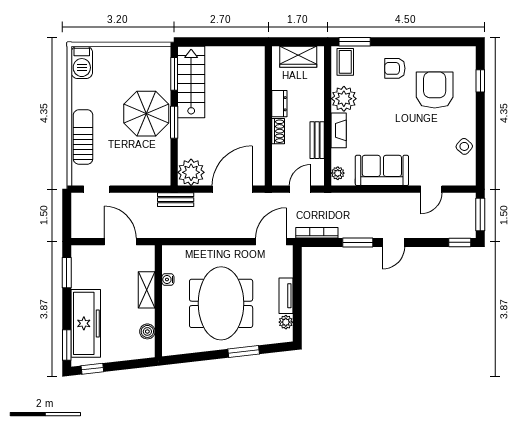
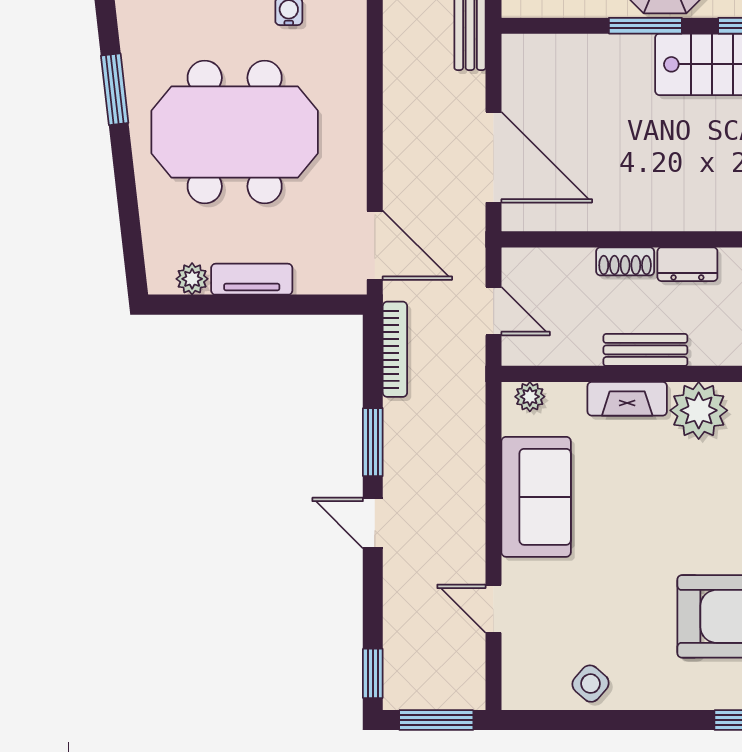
bench: (317, 140) -> (645, 350), moved
plant: (191, 172) -> (532, 64), removed
window: (244, 352) -> (115, 89), moved

